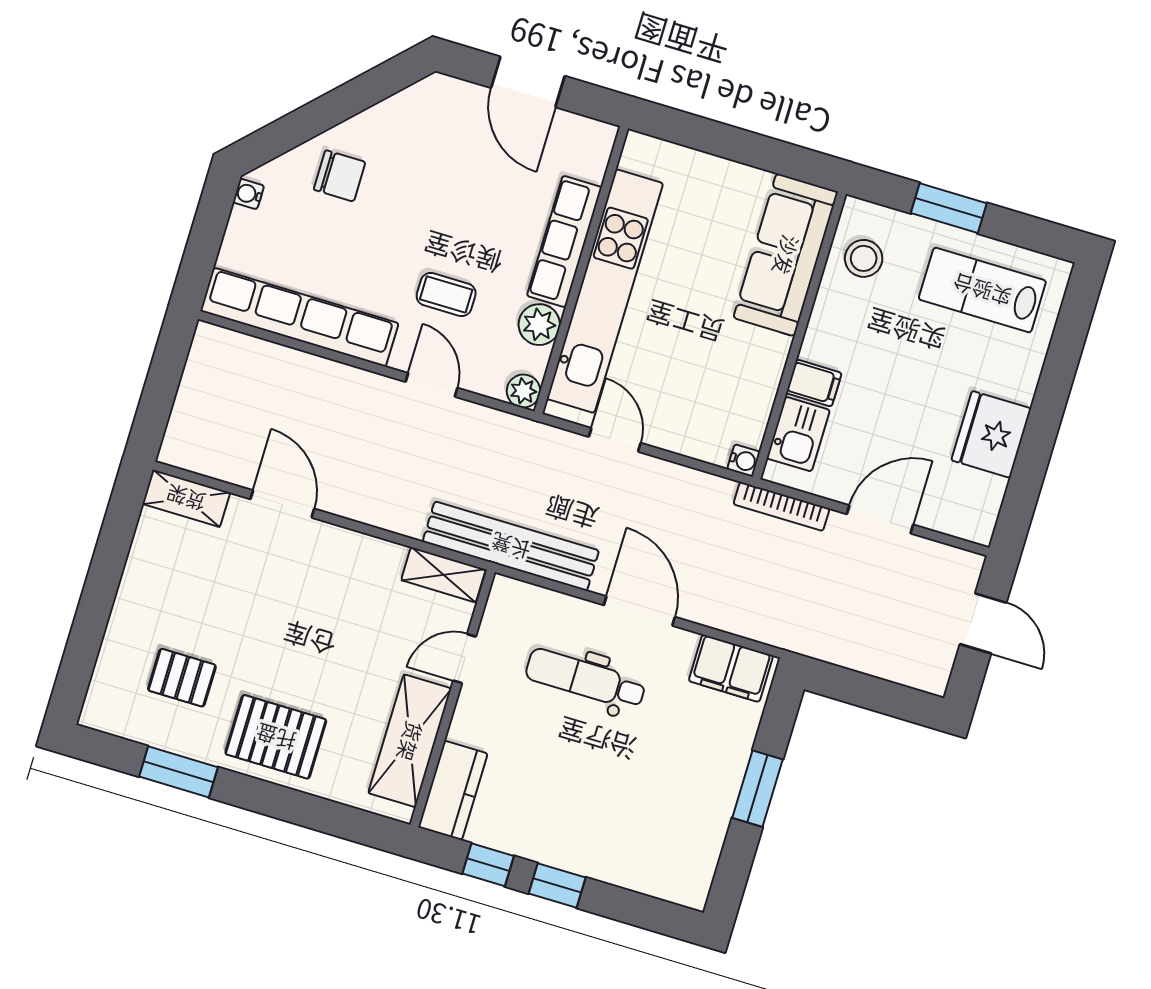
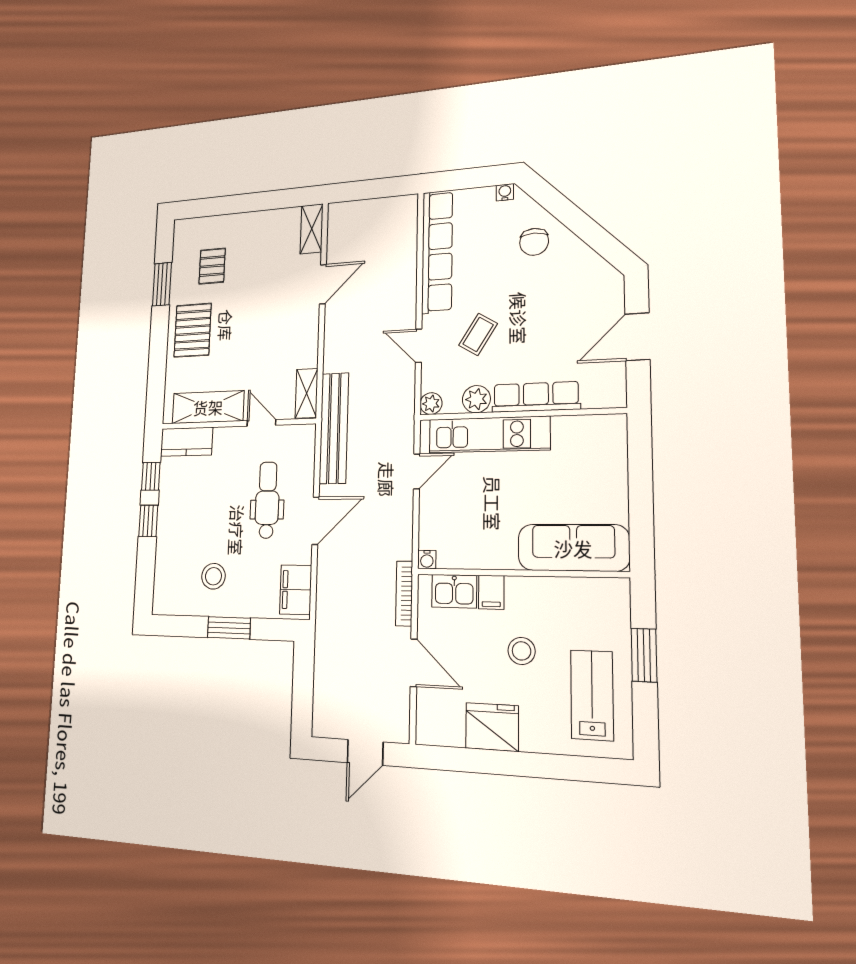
stool: (864, 258) -> (522, 651), moved
kitchen unit: (605, 291) -> (489, 435), width x0.73
coffee table: (446, 294) -> (478, 334), turned 32
door: (431, 385) -> (419, 346), swing flipped
stool: (674, 795) -> (213, 576), added

